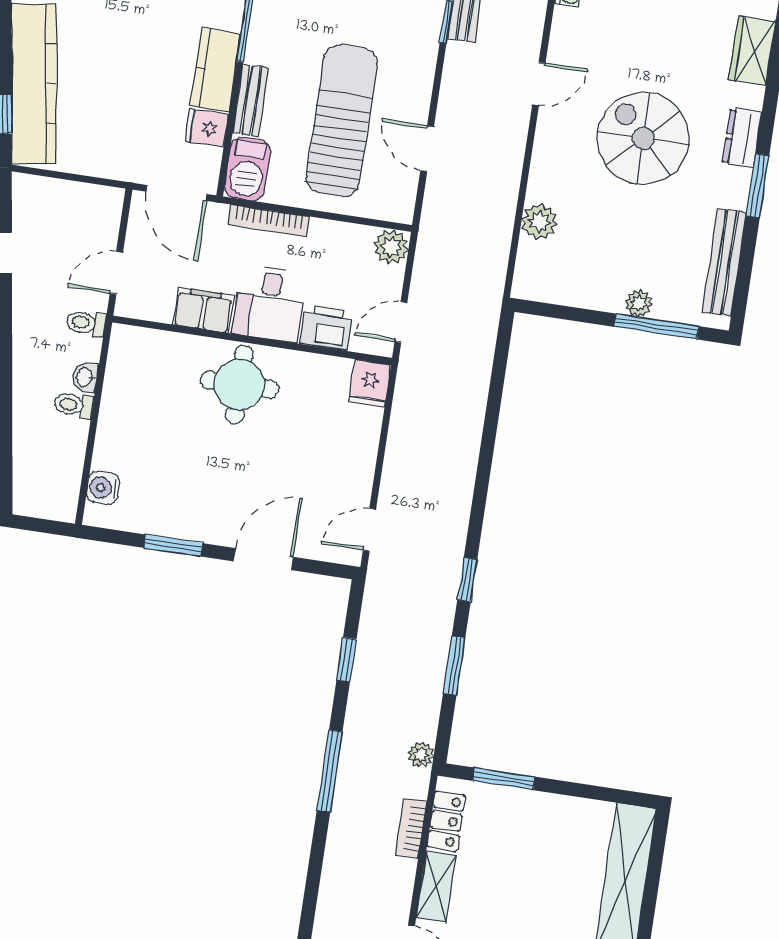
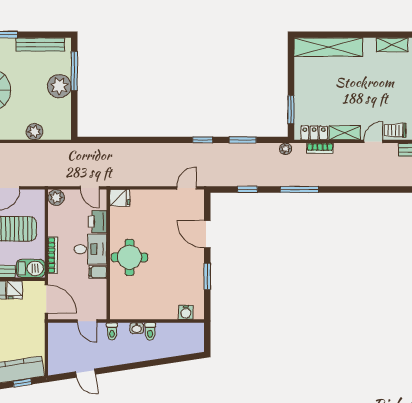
door: (177, 193) -> (46, 299), hinge flipped
plant: (639, 303) -> (59, 86), width x1.87, depth x1.87
filing cabinet: (203, 310) -> (98, 272), width x0.50
door: (369, 530) -> (187, 188), swing flipped

